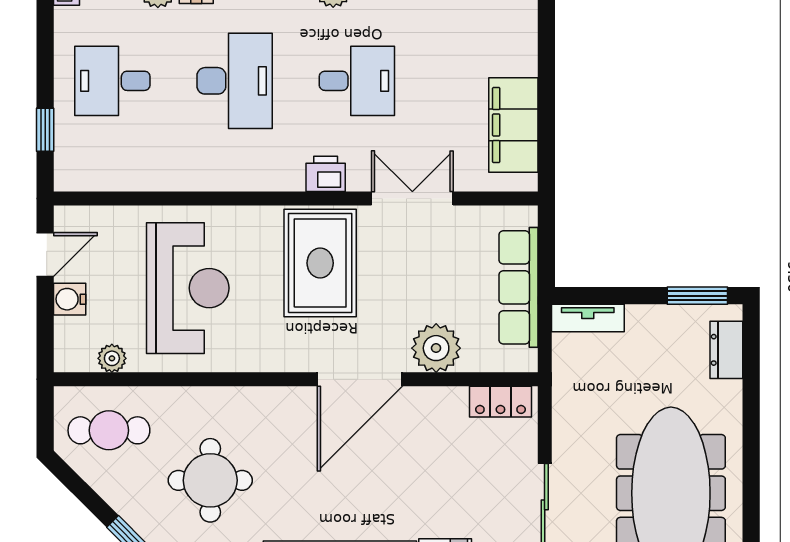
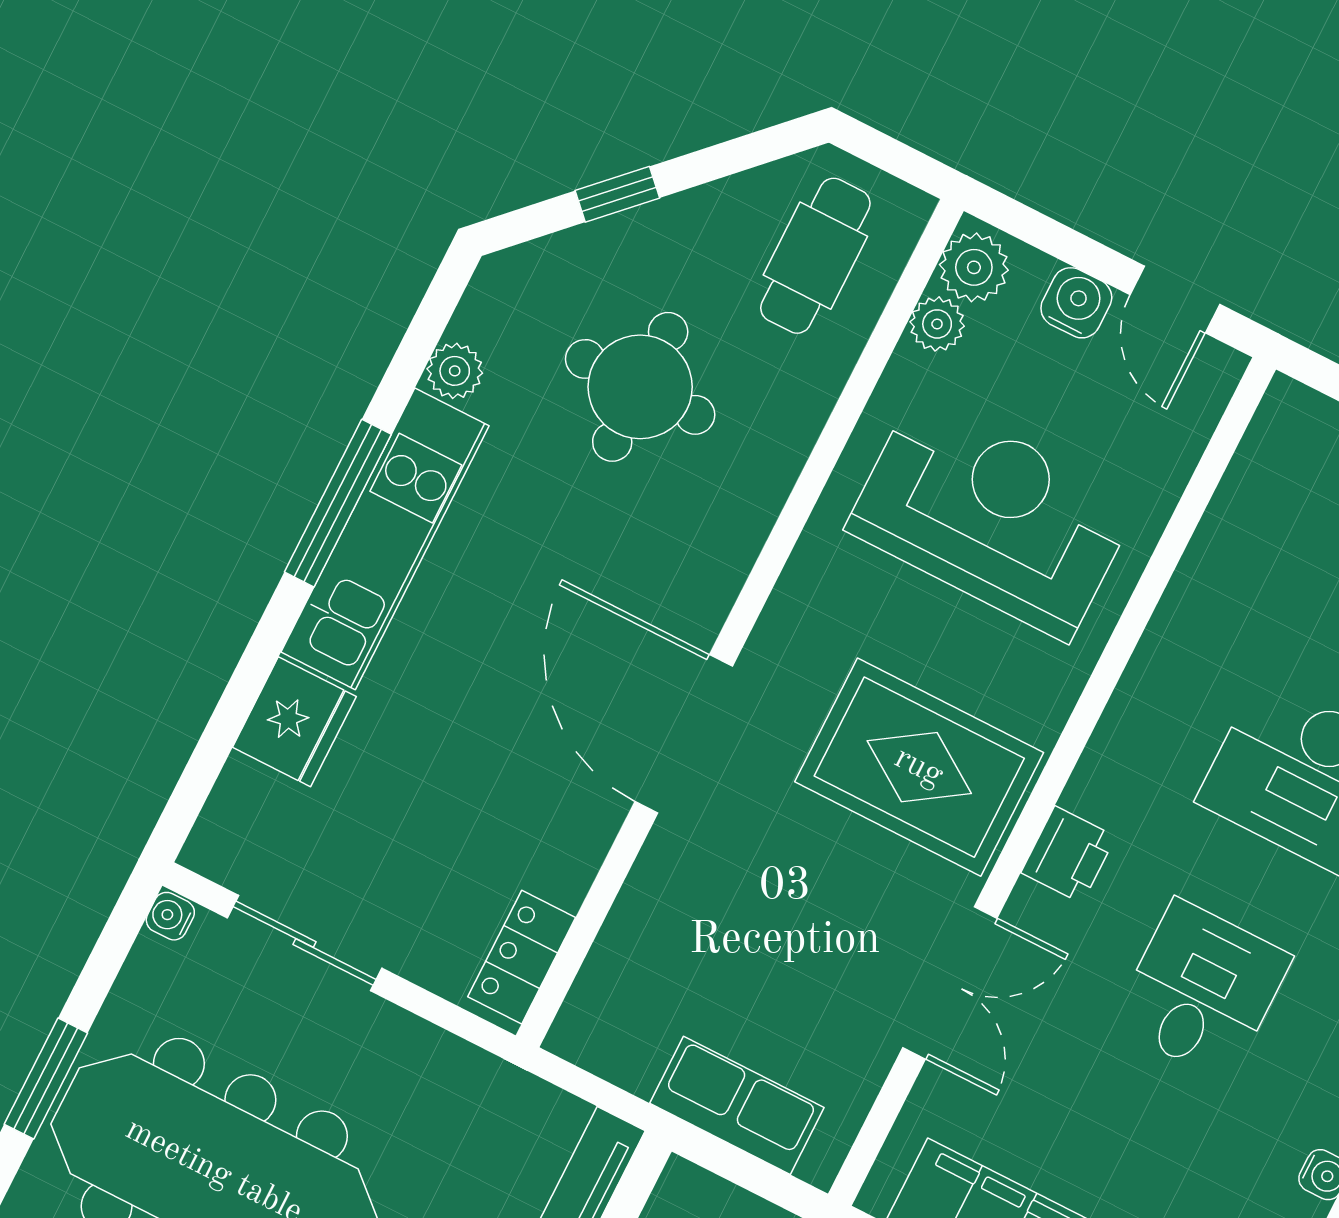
desk: (357, 81) -> (1202, 990), turned 180
row of seats: (518, 287) -> (737, 1105), width x0.68
reception desk: (188, 288) -> (992, 516), turned 180
plant: (436, 348) -> (974, 267), moved, width x0.73, depth x0.73

